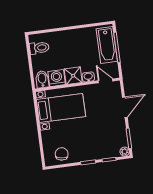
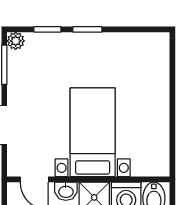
bed with nightstands: (61, 108) -> (93, 132), moved, turned 90
chair: (62, 154) -> (136, 52), removed

